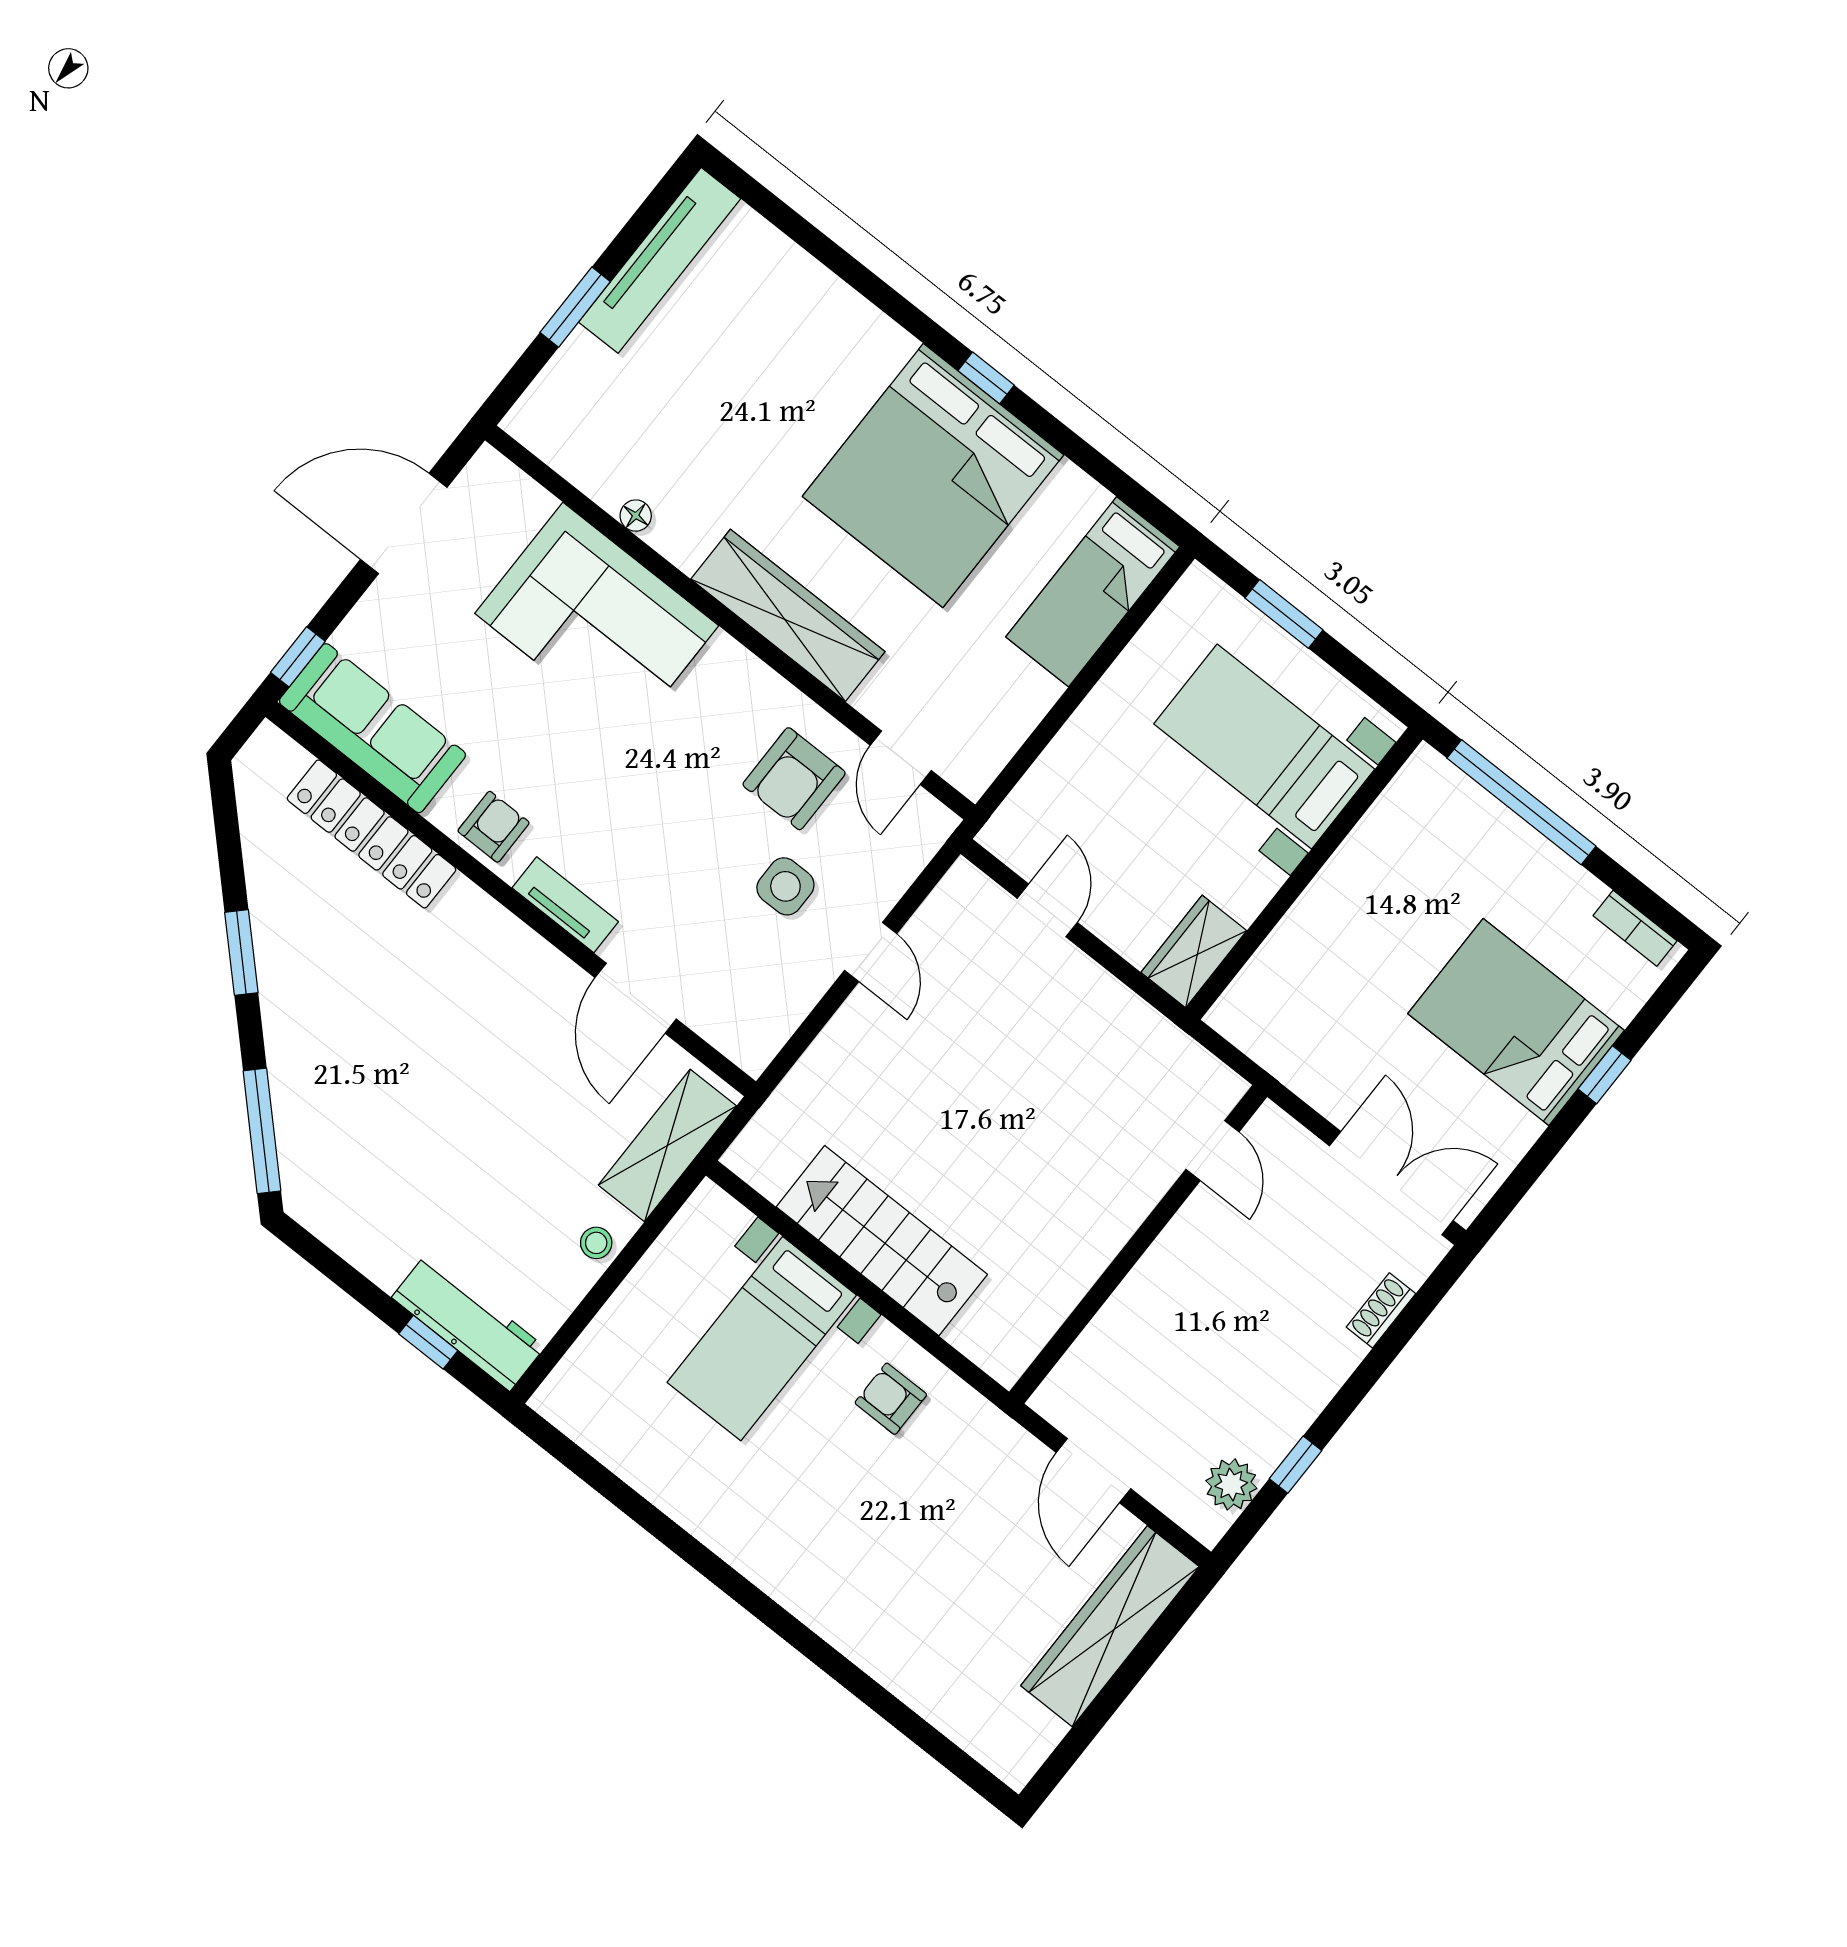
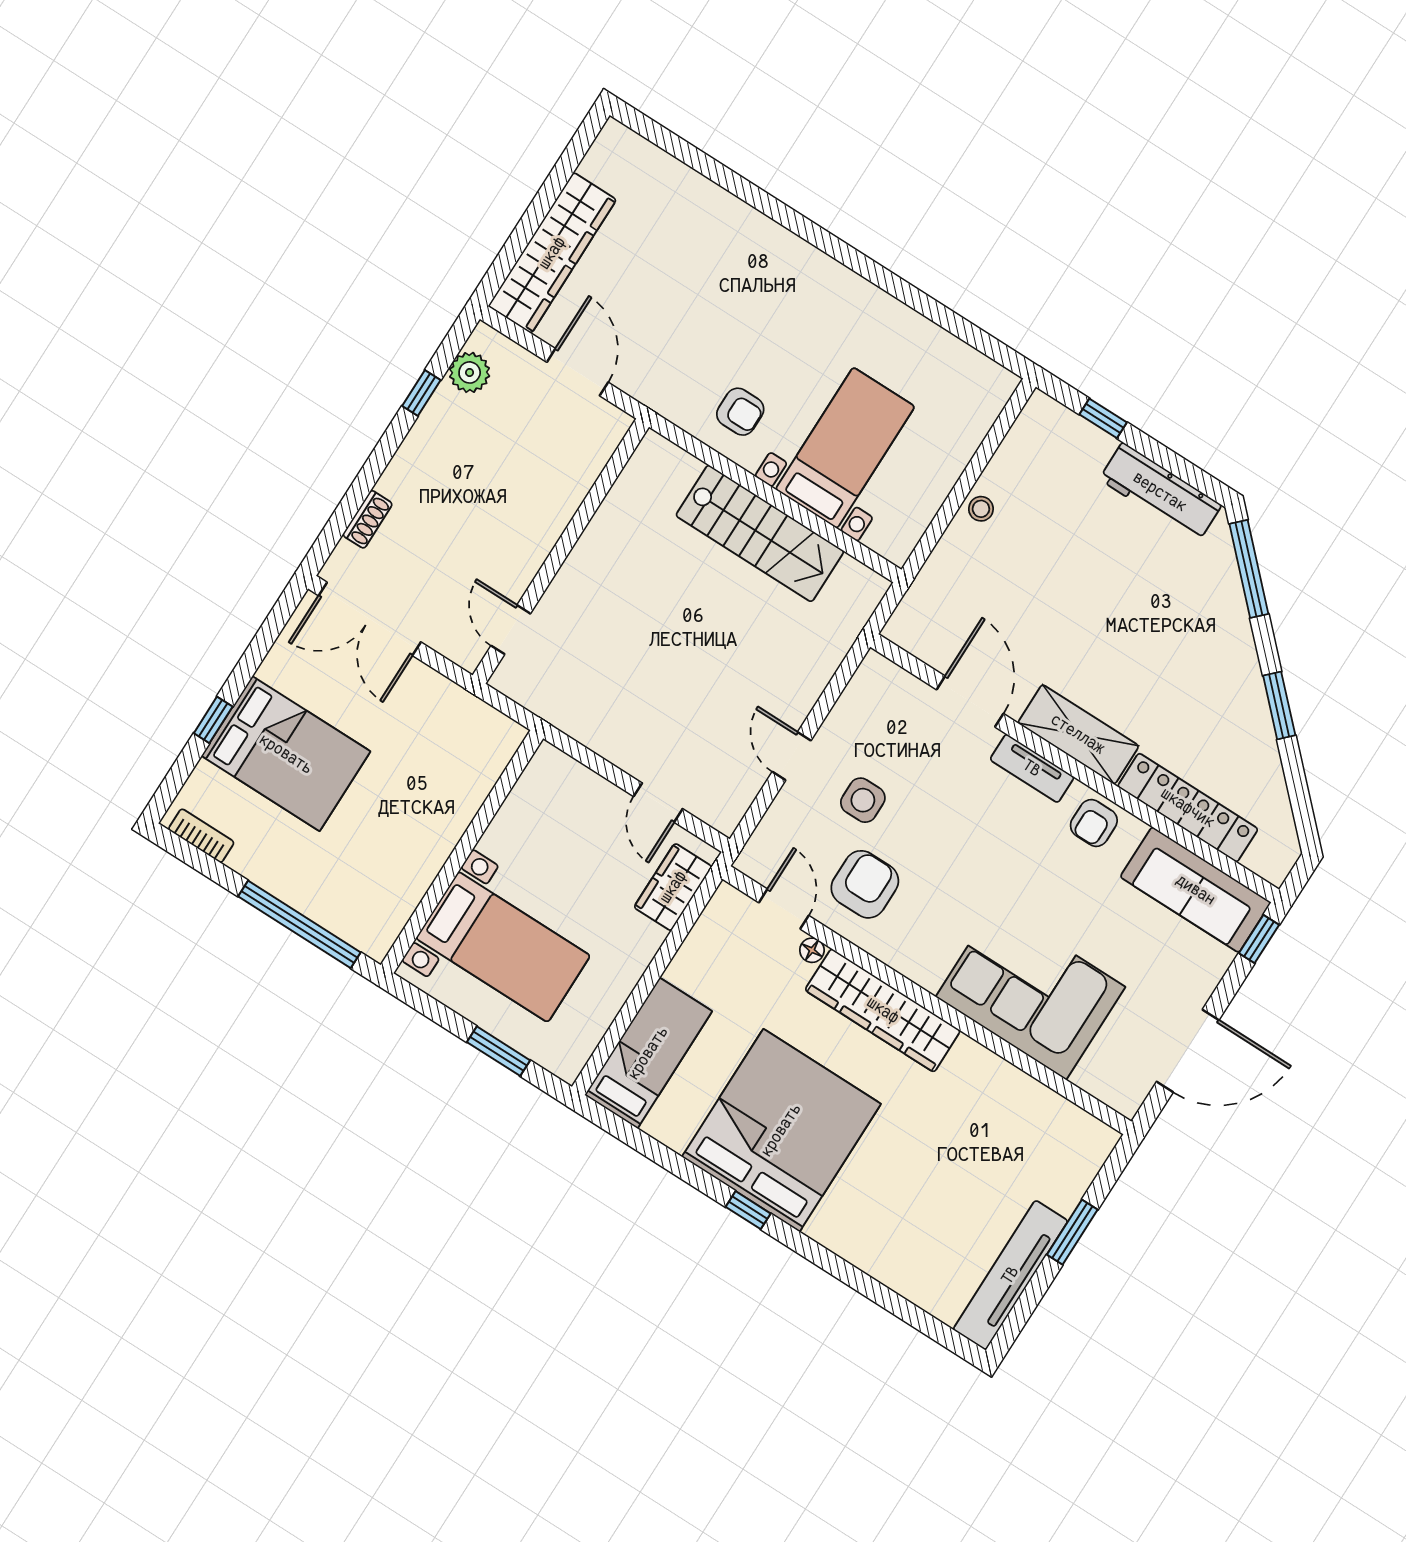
floor lamp: (636, 516) -> (812, 950), moved
wardrobe: (1194, 951) -> (673, 887), moved, turned 180
shelving: (667, 1145) -> (1078, 734), moved, turned 90
workbench: (468, 1322) -> (1160, 492), moved

